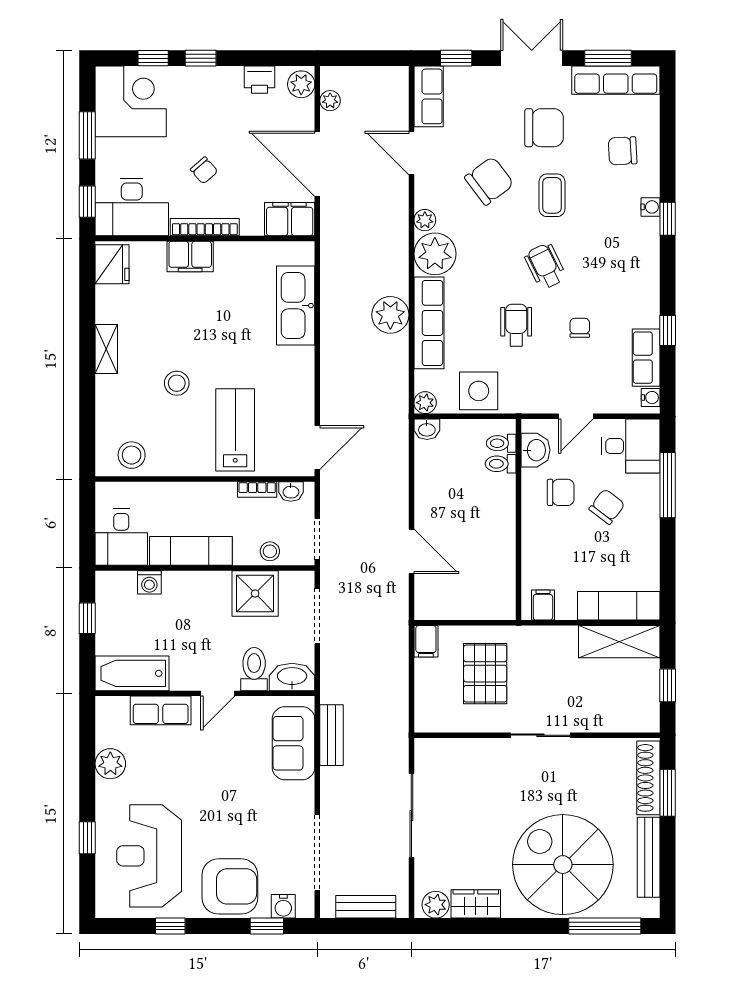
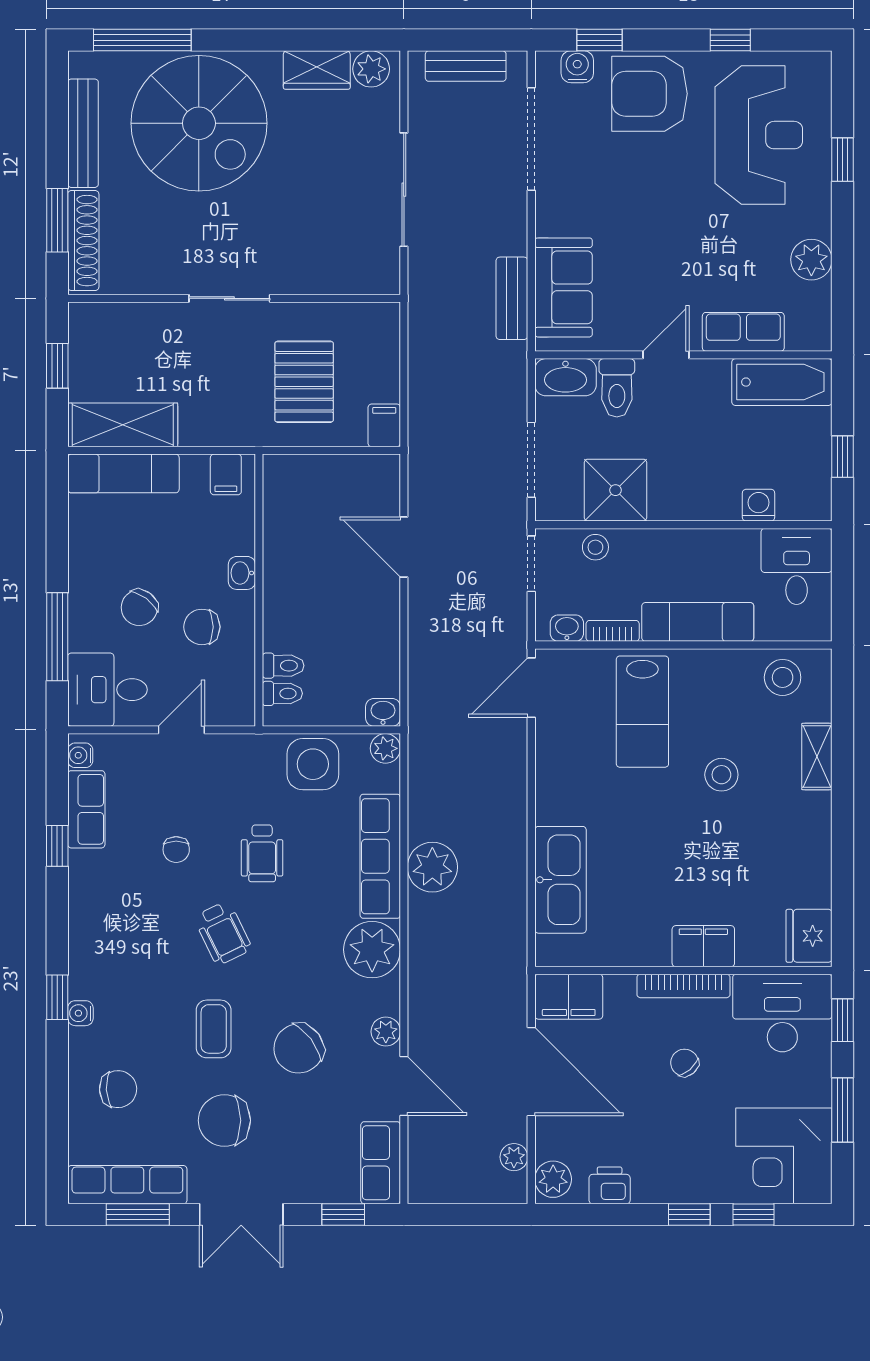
plant: (425, 220) -> (386, 1032), moved
shelving: (106, 349) -> (817, 757), moved
washbasin: (536, 450) -> (242, 573), moved, width x0.72, depth x0.69
exam couch: (191, 551) -> (698, 622), moved, turned 180

